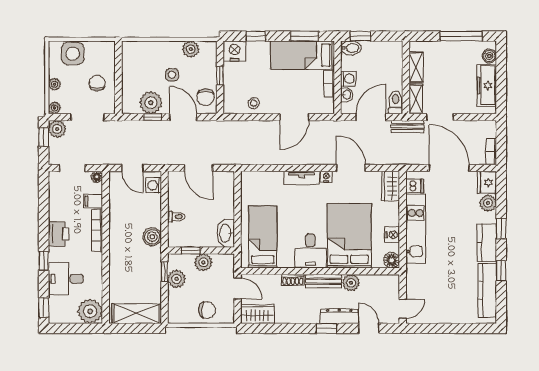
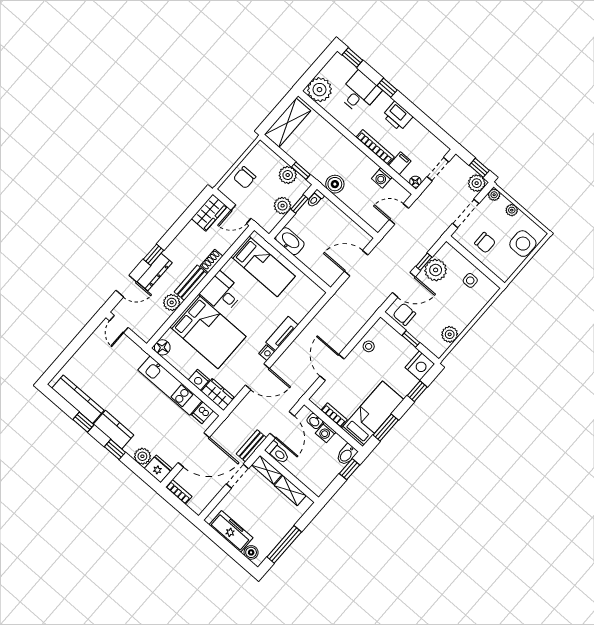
side table: (172, 75) -> (470, 280), moved
washing machine: (154, 185) -> (382, 178), moved, turned 180
toilet: (176, 217) -> (315, 199), moved
nightstand: (392, 235) -> (199, 380), moved

